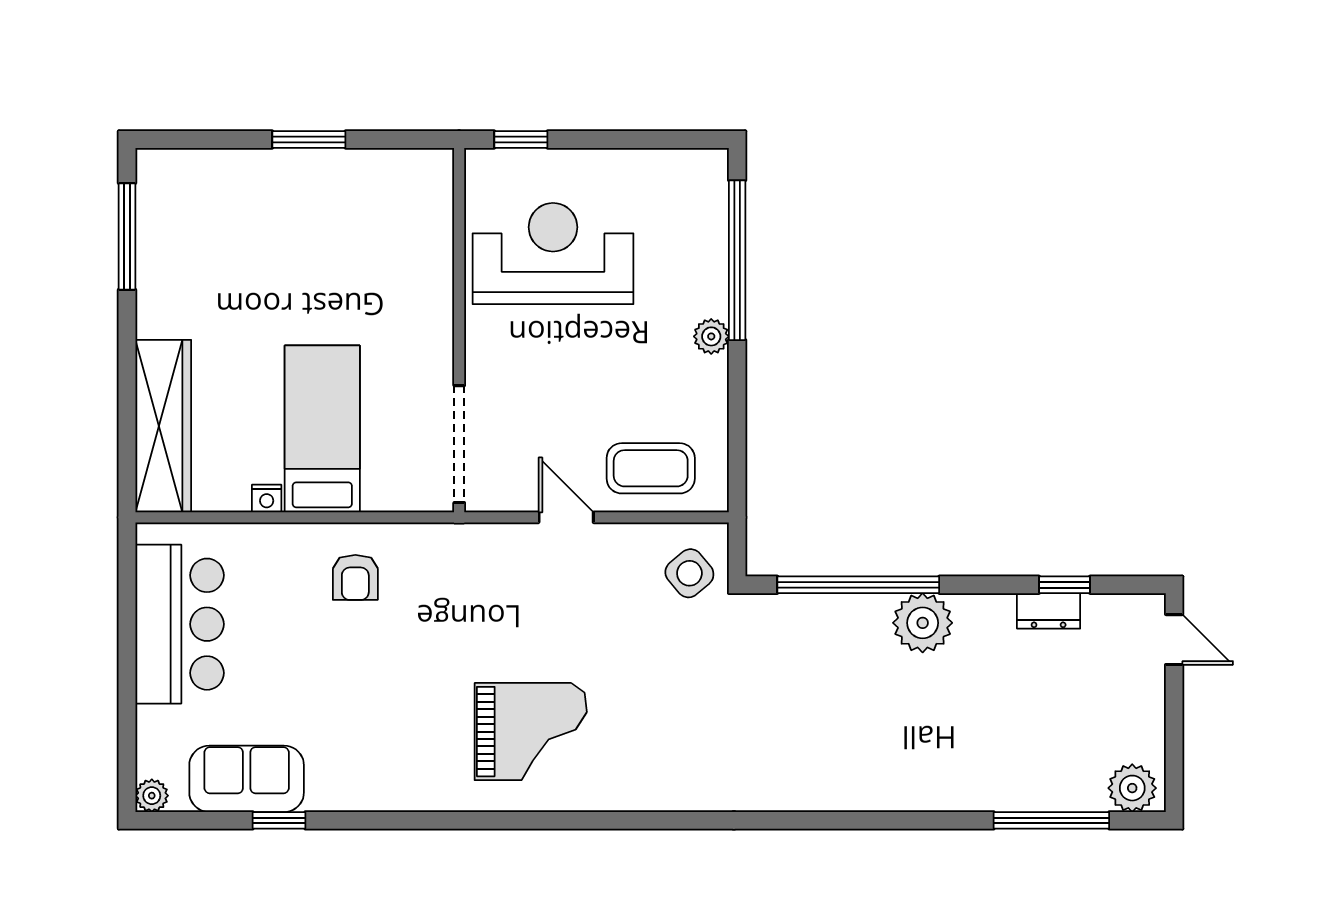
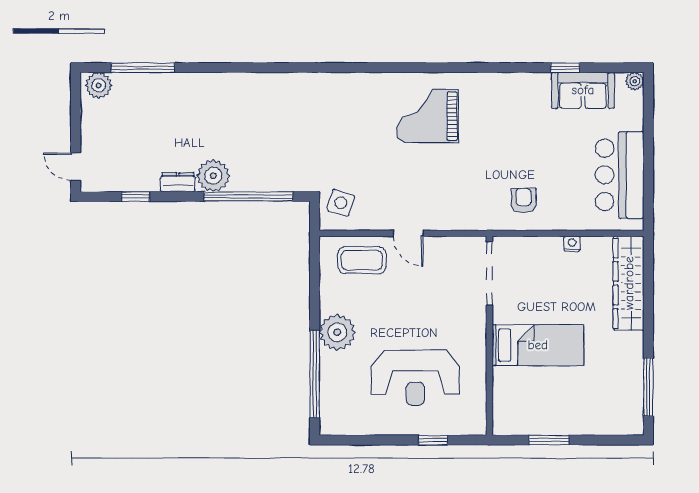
wall: (459, 330) -> (489, 336), moved
plant: (711, 336) -> (337, 332), width x1.88, depth x1.88
bed: (322, 429) -> (538, 345), moved, turned -90
doorway: (459, 444) -> (489, 273), moved
side table: (689, 573) -> (341, 203), turned -33
dresser: (1049, 611) -> (178, 182), moved

